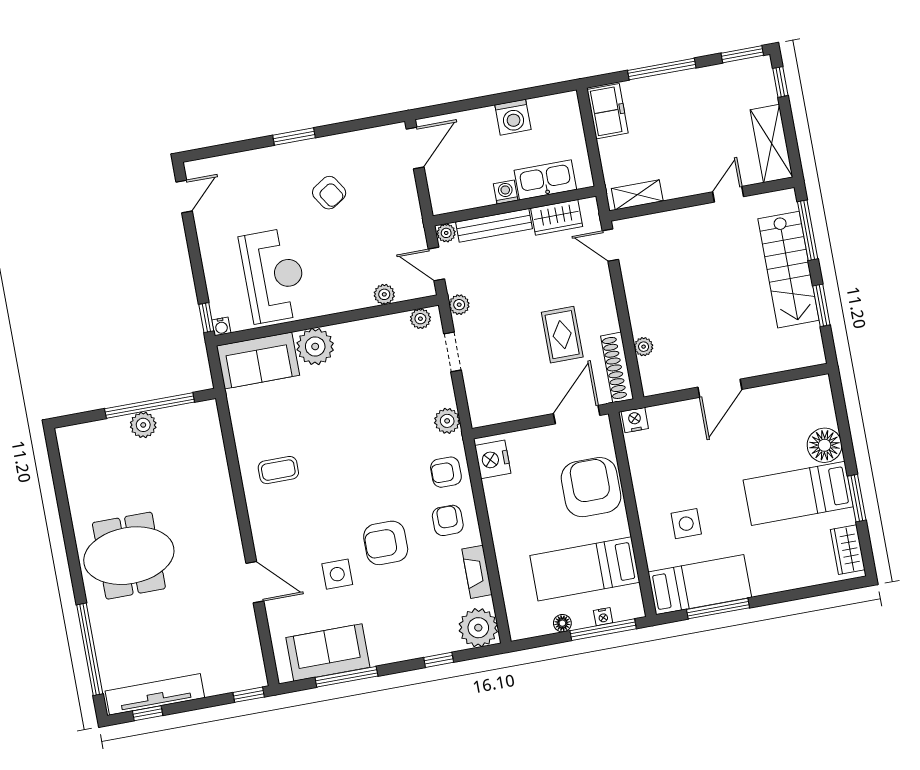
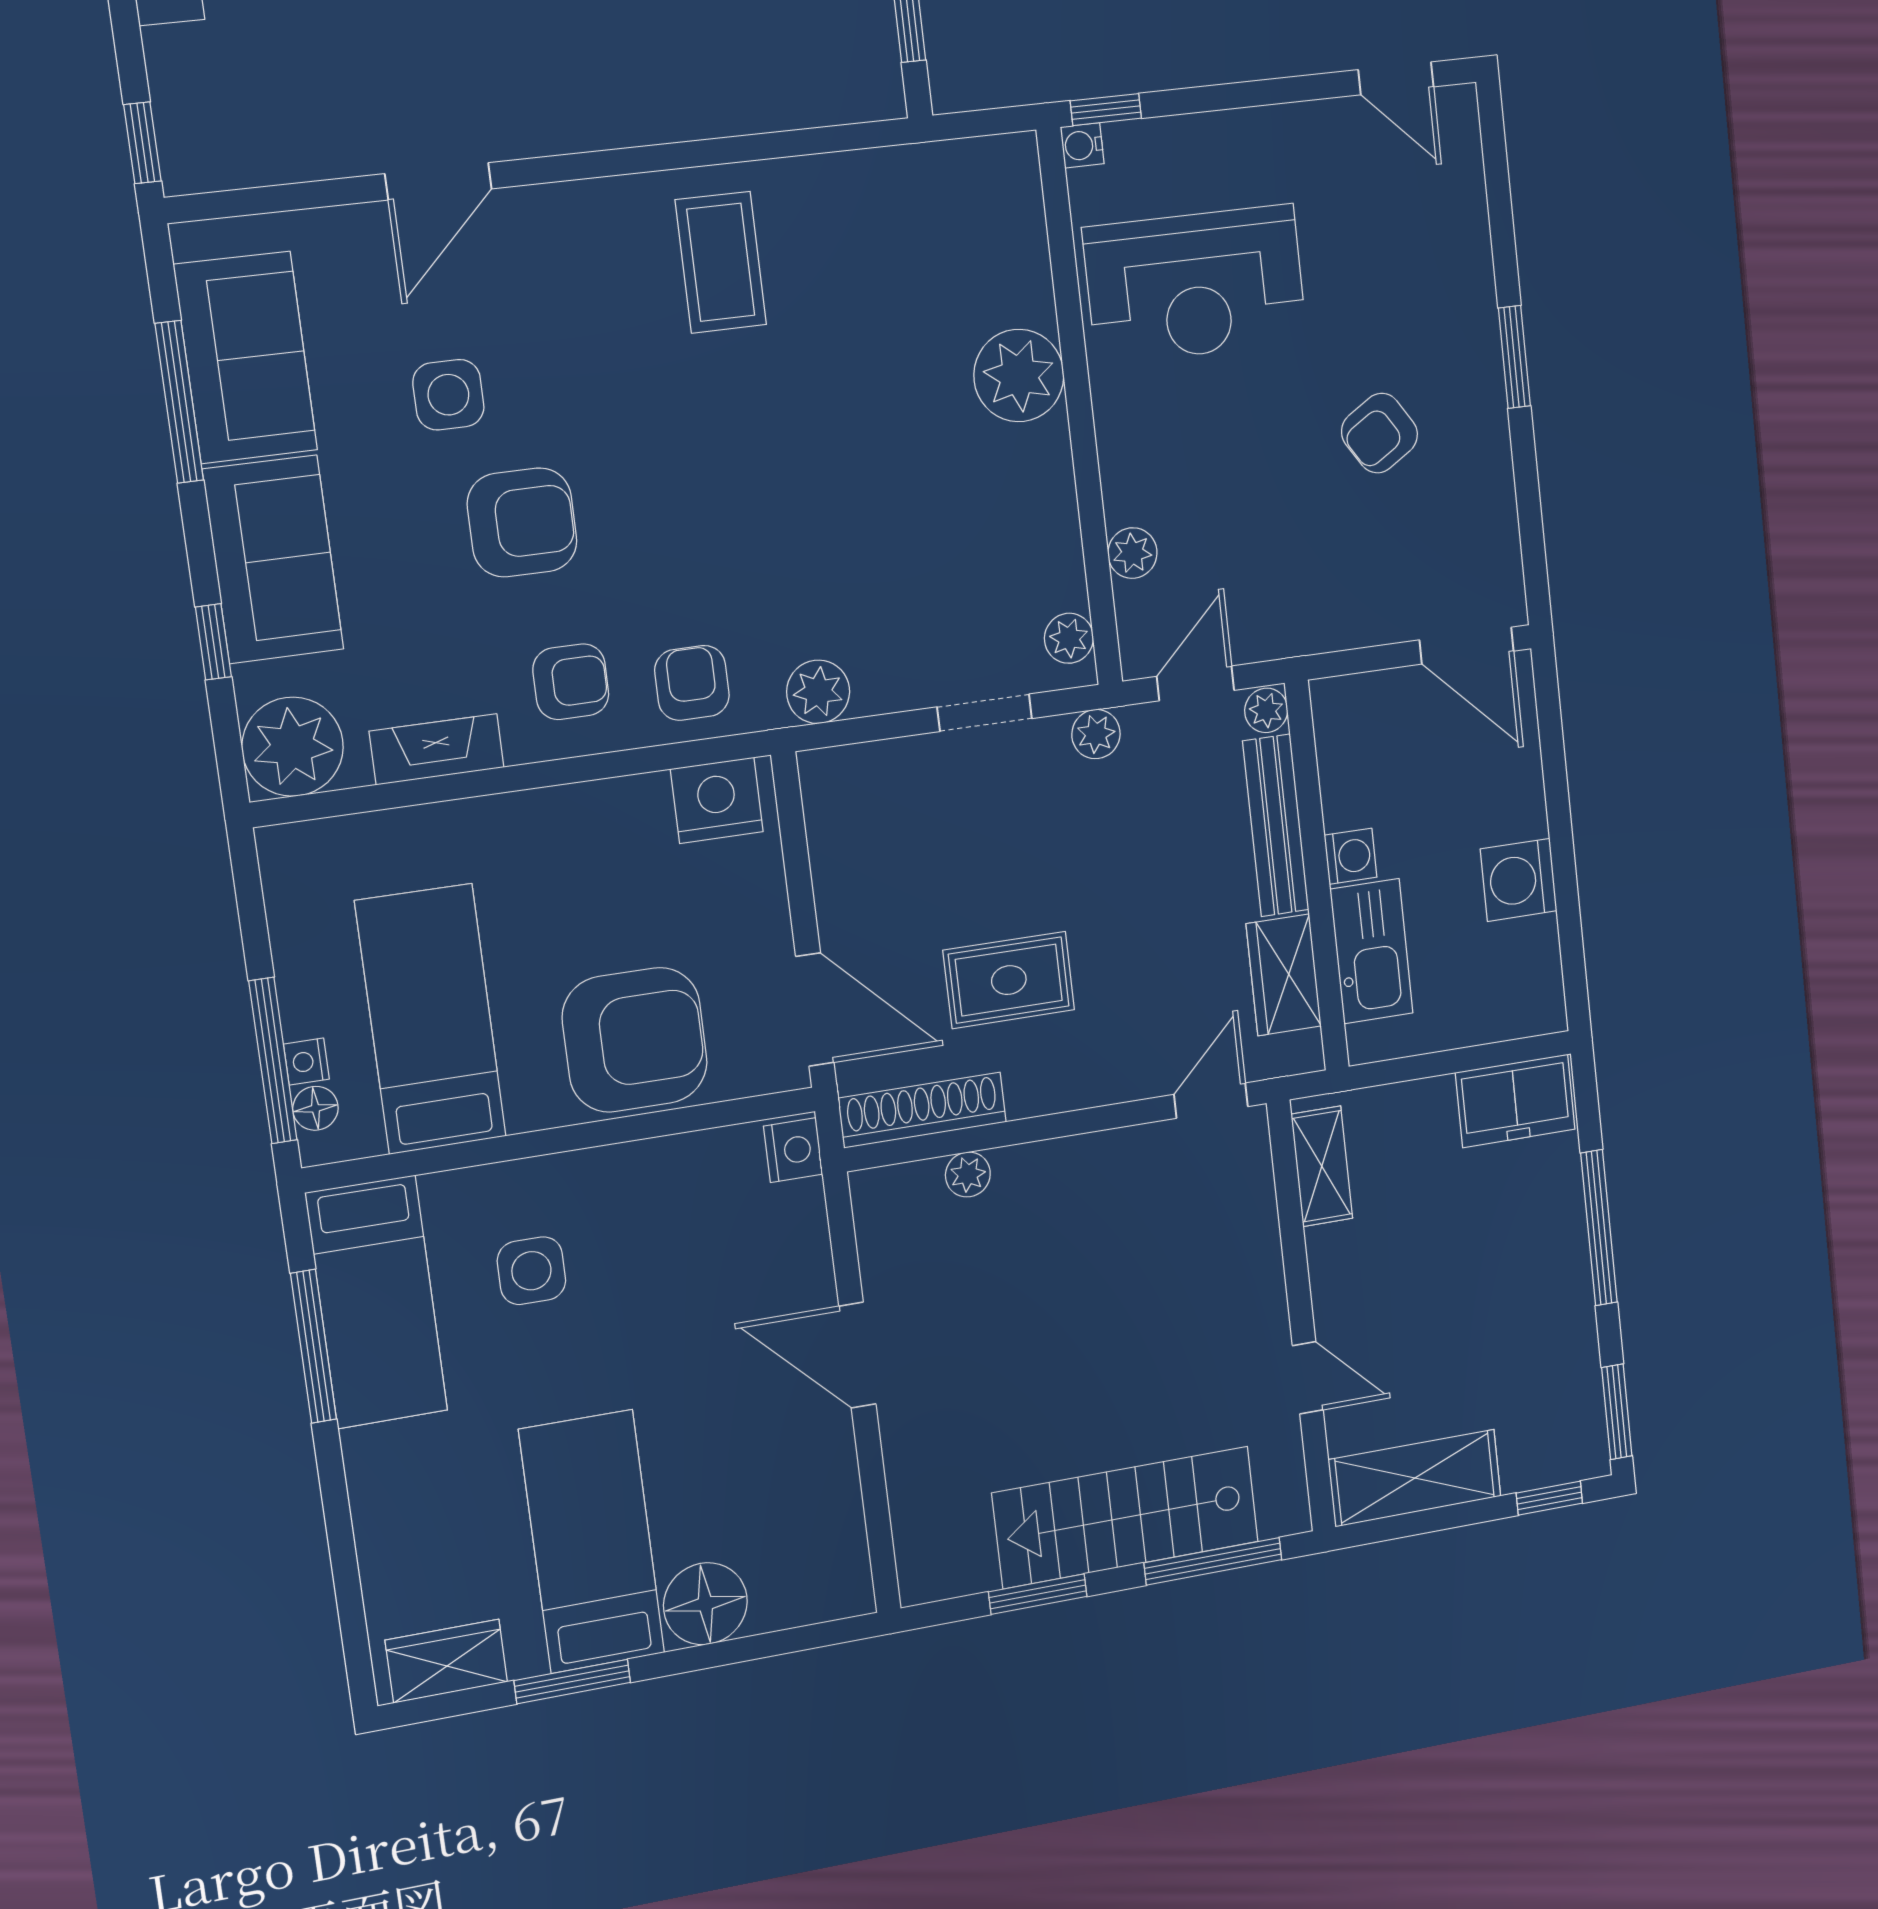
sofa: (258, 361) -> (273, 559), moved, turned 180
coffee table: (278, 470) -> (721, 262), width x1.36, depth x1.30
armchair: (386, 543) -> (522, 523), turned 90
floor lamp: (562, 623) -> (315, 1108), moved

